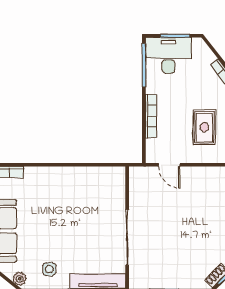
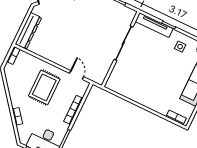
rug: (204, 127) -> (44, 87), width x1.36, depth x1.43

